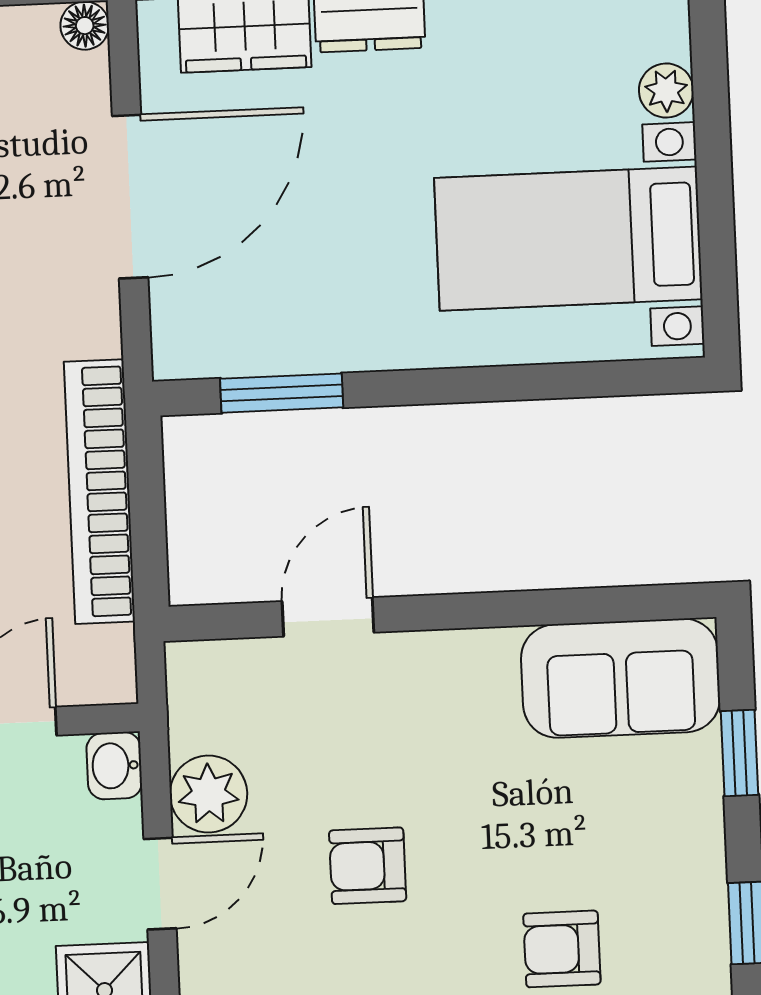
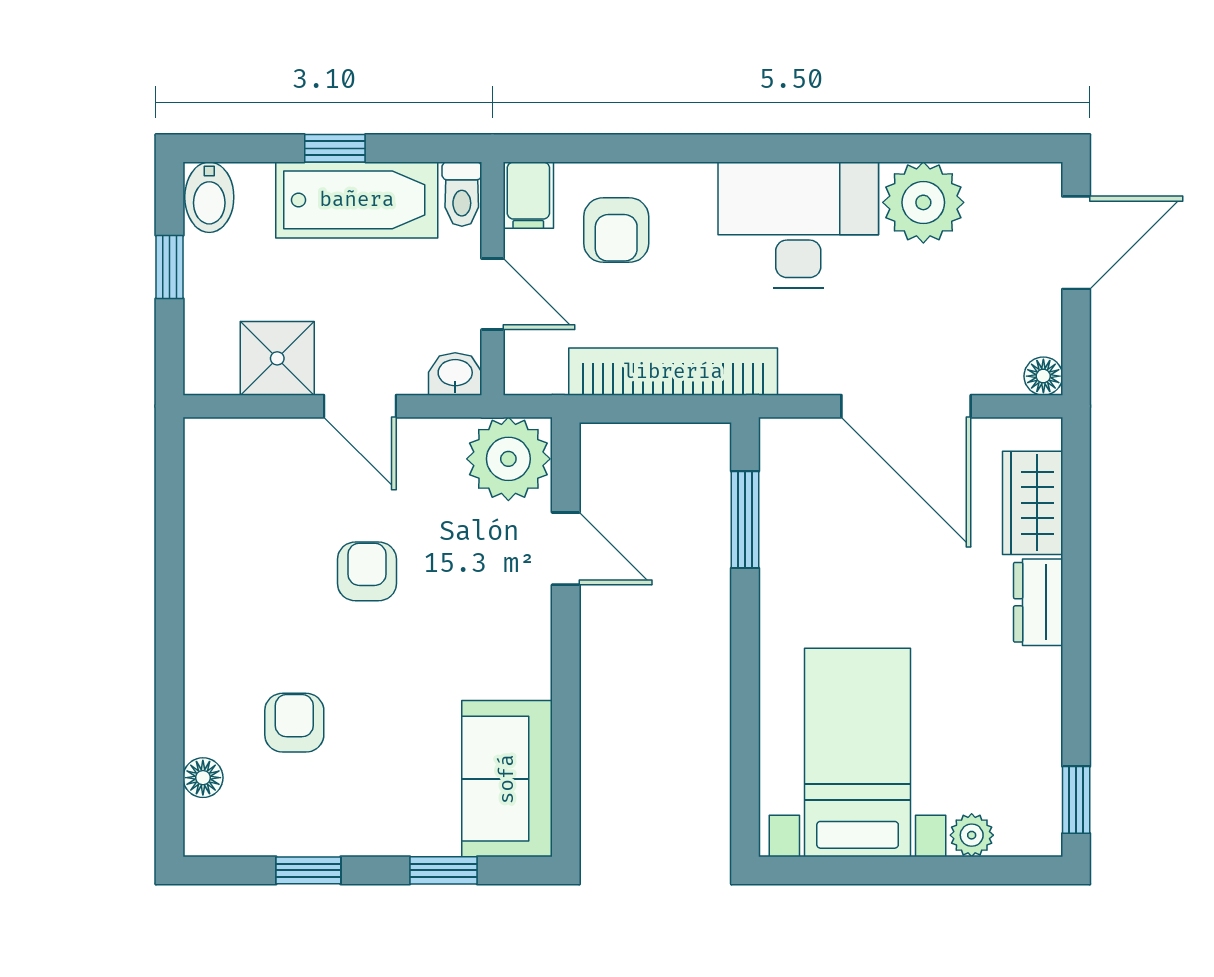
plant: (209, 794) -> (508, 459), moved, width x1.36, depth x1.36

